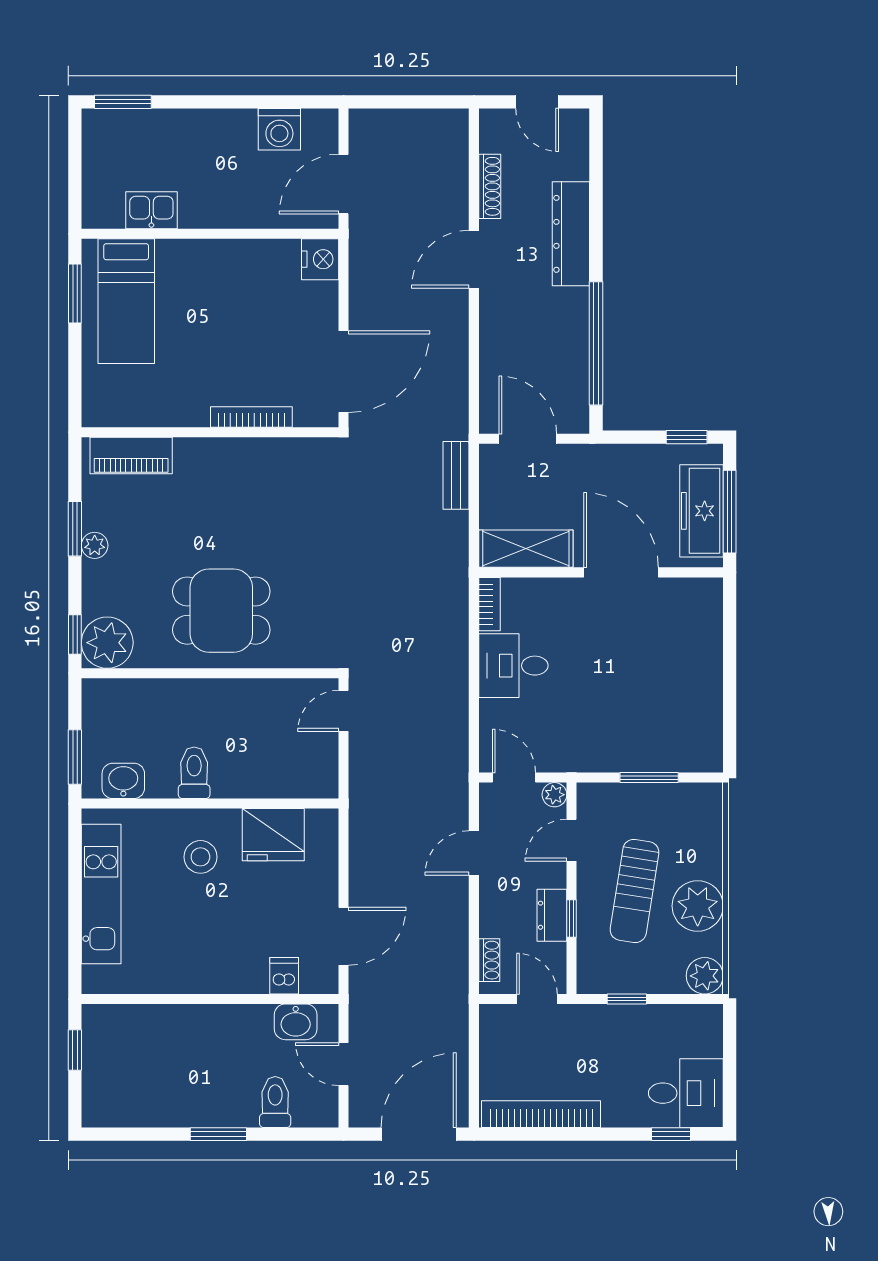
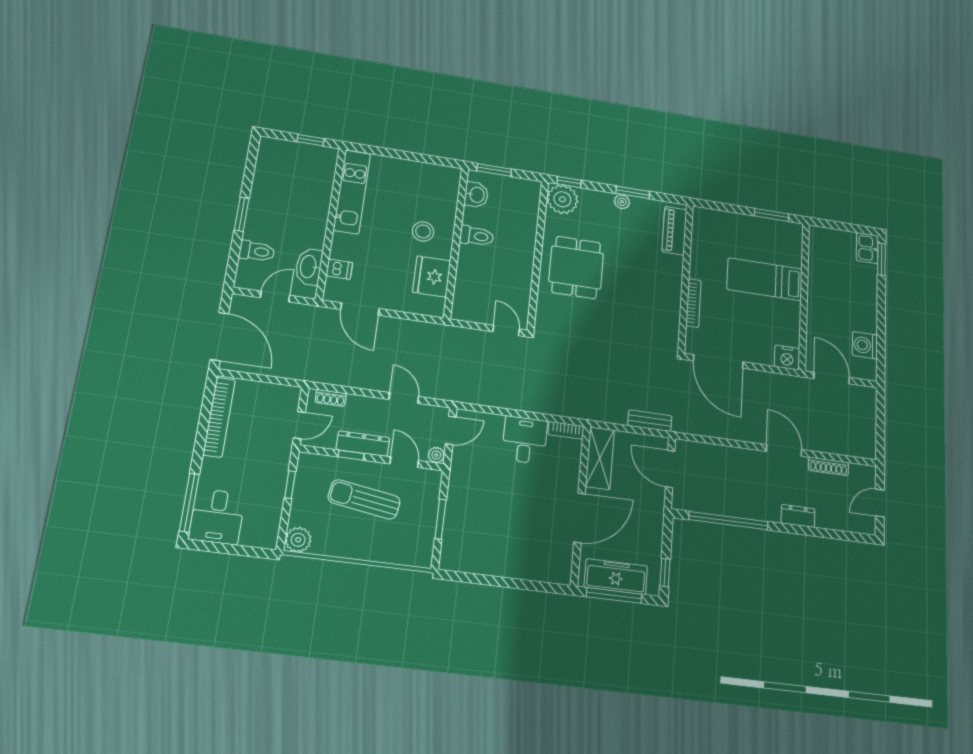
kitchen sink: (151, 210) -> (867, 248), moved, turned 180
dresser: (571, 234) -> (798, 516), width x0.51, depth x0.80
bed: (126, 301) -> (765, 279), moved
door: (528, 439) -> (670, 469), swing flipped
kitchen unit: (101, 894) -> (352, 192), moved, turned -90
plant: (698, 906) -> (348, 541), removed
dresser: (552, 915) -> (363, 444), width x1.44
washbasin: (296, 1022) -> (309, 267), width x1.38
window: (671, 1134) -> (189, 503), width x2.17

